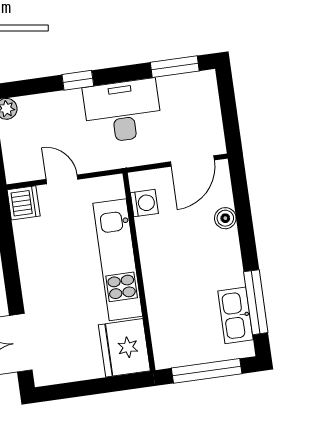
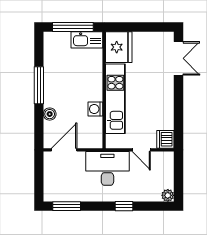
desk: (123, 111) -> (107, 168), moved, turned 180
washing machine: (144, 203) -> (95, 109), moved
window: (256, 302) -> (39, 85), moved
kitchen sink: (235, 315) -> (87, 40), moved, turned 90

